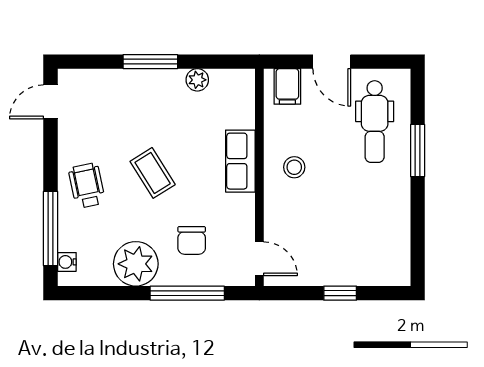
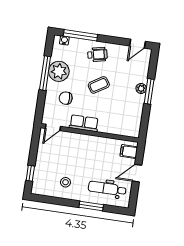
plant: (197, 80) -> (141, 88), moved
door: (50, 102) -> (138, 44), swing flipped
row of seats: (240, 161) -> (84, 123), moved
stool: (294, 167) -> (65, 182), moved
window: (187, 293) -> (45, 73), moved
window: (340, 293) -> (30, 173), moved

